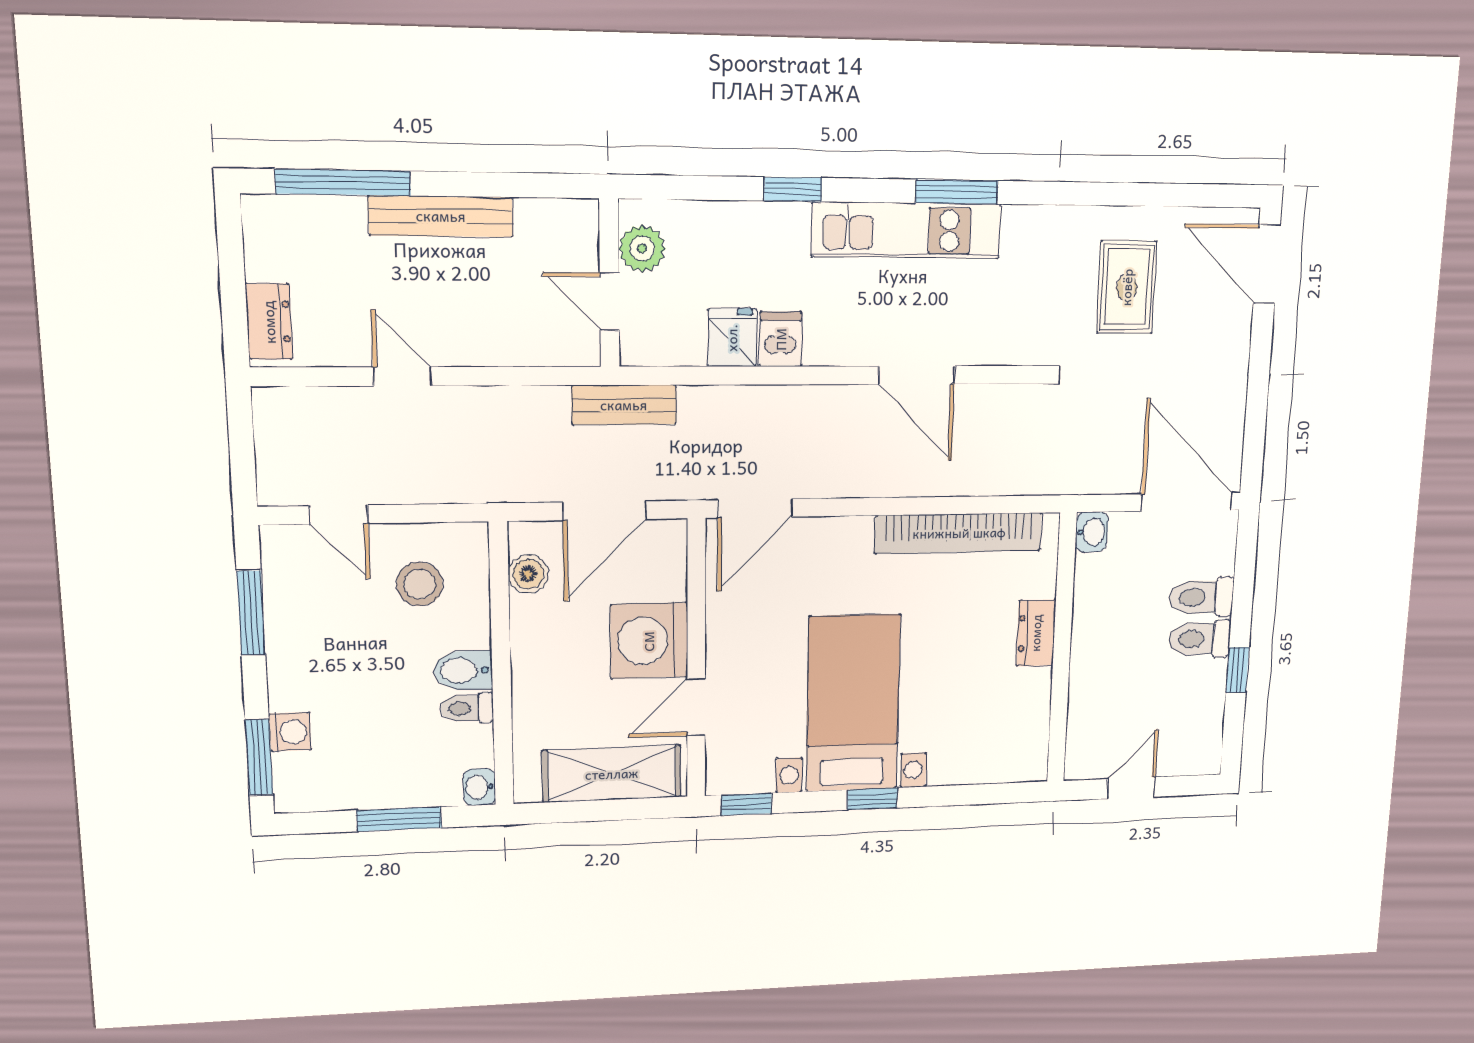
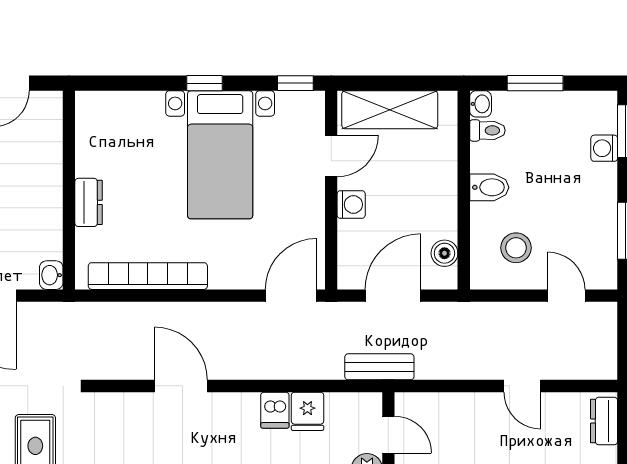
washing machine: (649, 641) -> (351, 205), width x0.53, depth x0.53
toilet: (467, 708) -> (487, 130), moved

